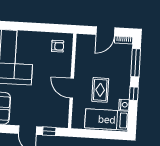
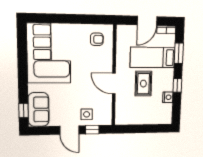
window: (136, 63) -> (179, 53), width x0.69
side table: (45, 116) -> (87, 114), added
bed: (107, 120) -> (153, 57), moved

